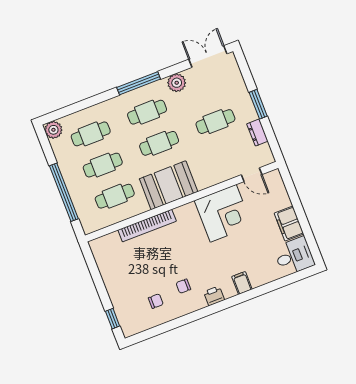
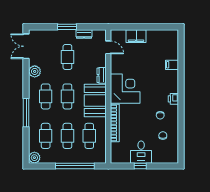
window: (139, 83) -> (26, 113), moved
door: (252, 175) -> (108, 47), hinge flipped
dresser: (208, 181) -> (102, 75), added
corner desk: (223, 213) -> (125, 89), moved
filing cabinet: (289, 224) -> (136, 36), moved
desk: (294, 256) -> (141, 152), moved, turned 180
filing cabinet: (242, 283) -> (172, 65), moved
window: (113, 319) -> (140, 166), moved

